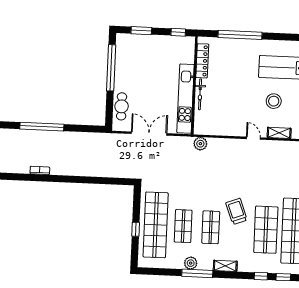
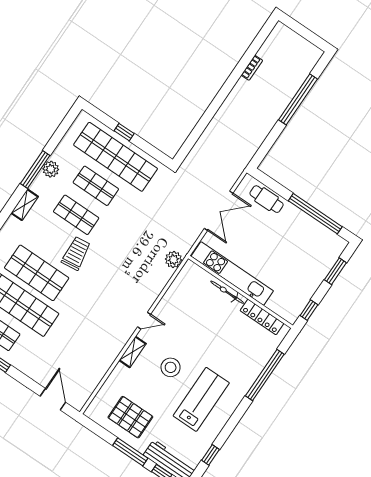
trolley: (236, 211) -> (76, 253), turned -76

